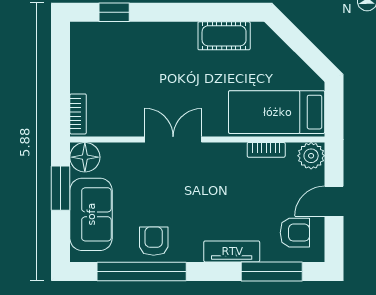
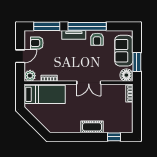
cot: (224, 36) -> (92, 127), moved
tv unit: (232, 251) -> (74, 35), moved
window: (142, 271) -> (87, 26), moved

